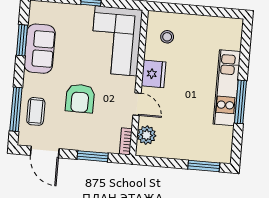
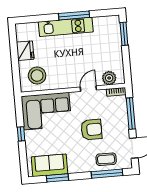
stool: (167, 37) -> (37, 76), width x1.89, depth x1.89
sofa: (40, 49) -> (50, 165), moved
fridge: (154, 74) -> (25, 51), moved, turned 90
window: (93, 156) -> (131, 114), width x1.44

